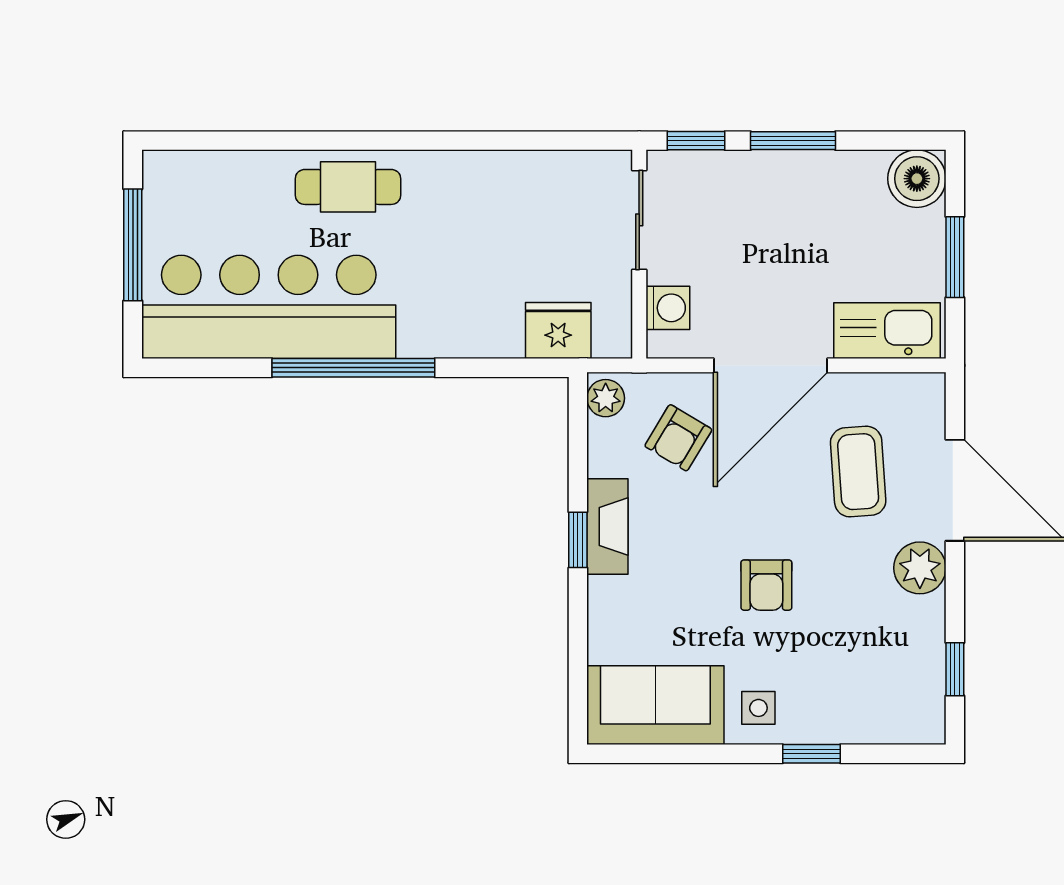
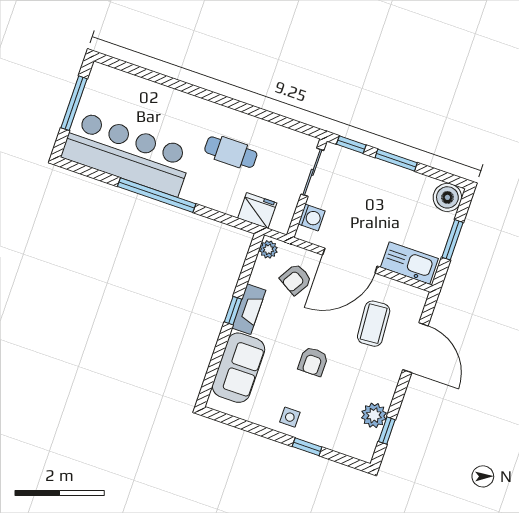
cafe table: (348, 187) -> (231, 152), moved
plant: (920, 568) -> (374, 415), moved
sofa: (655, 705) -> (239, 368), moved, turned 90

